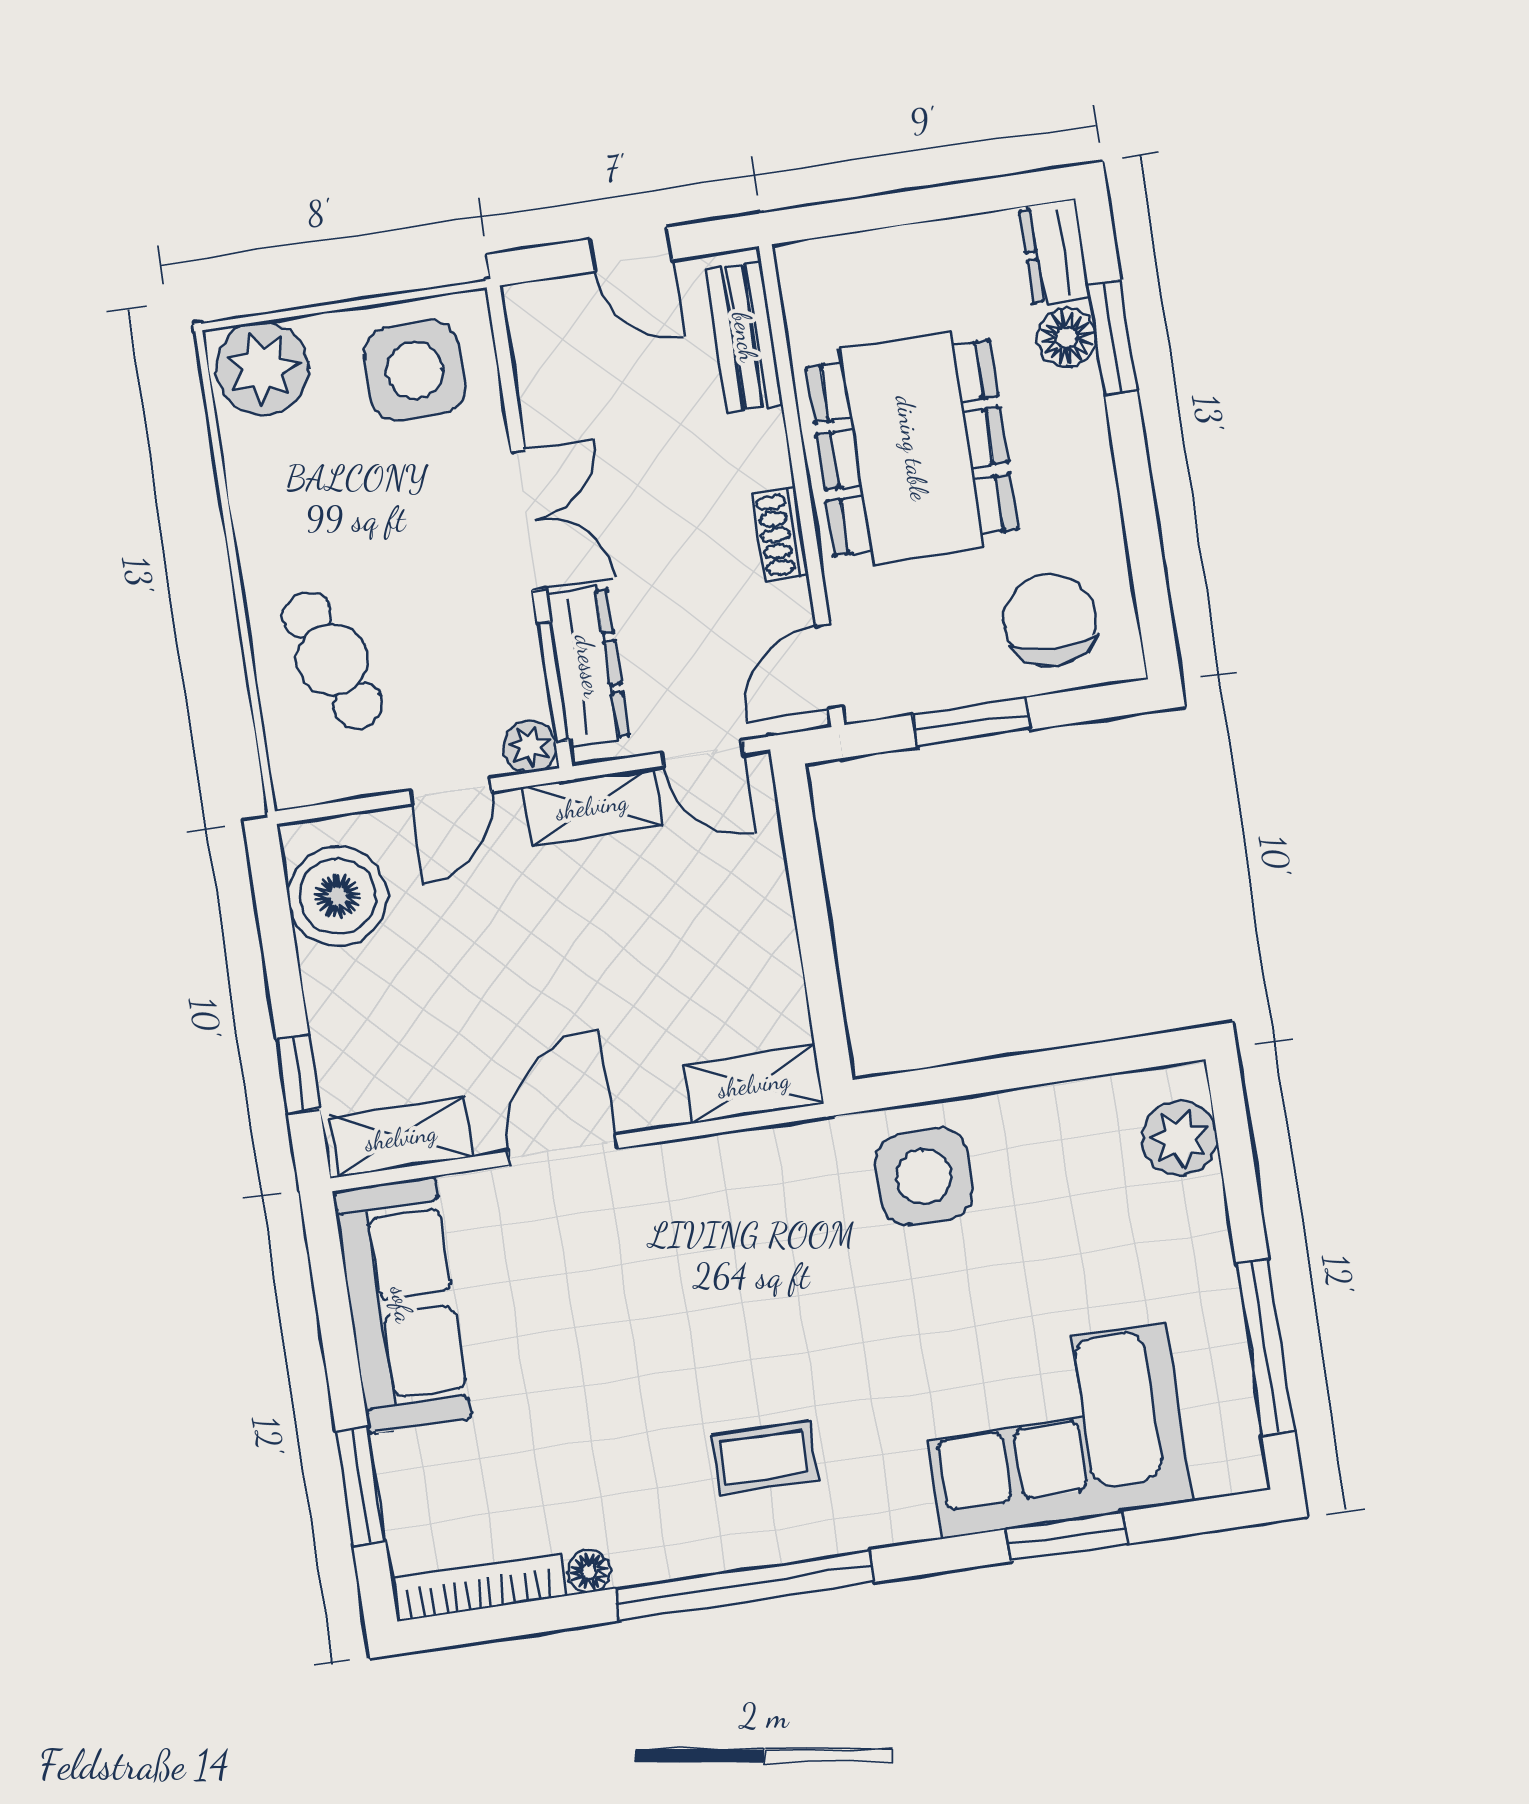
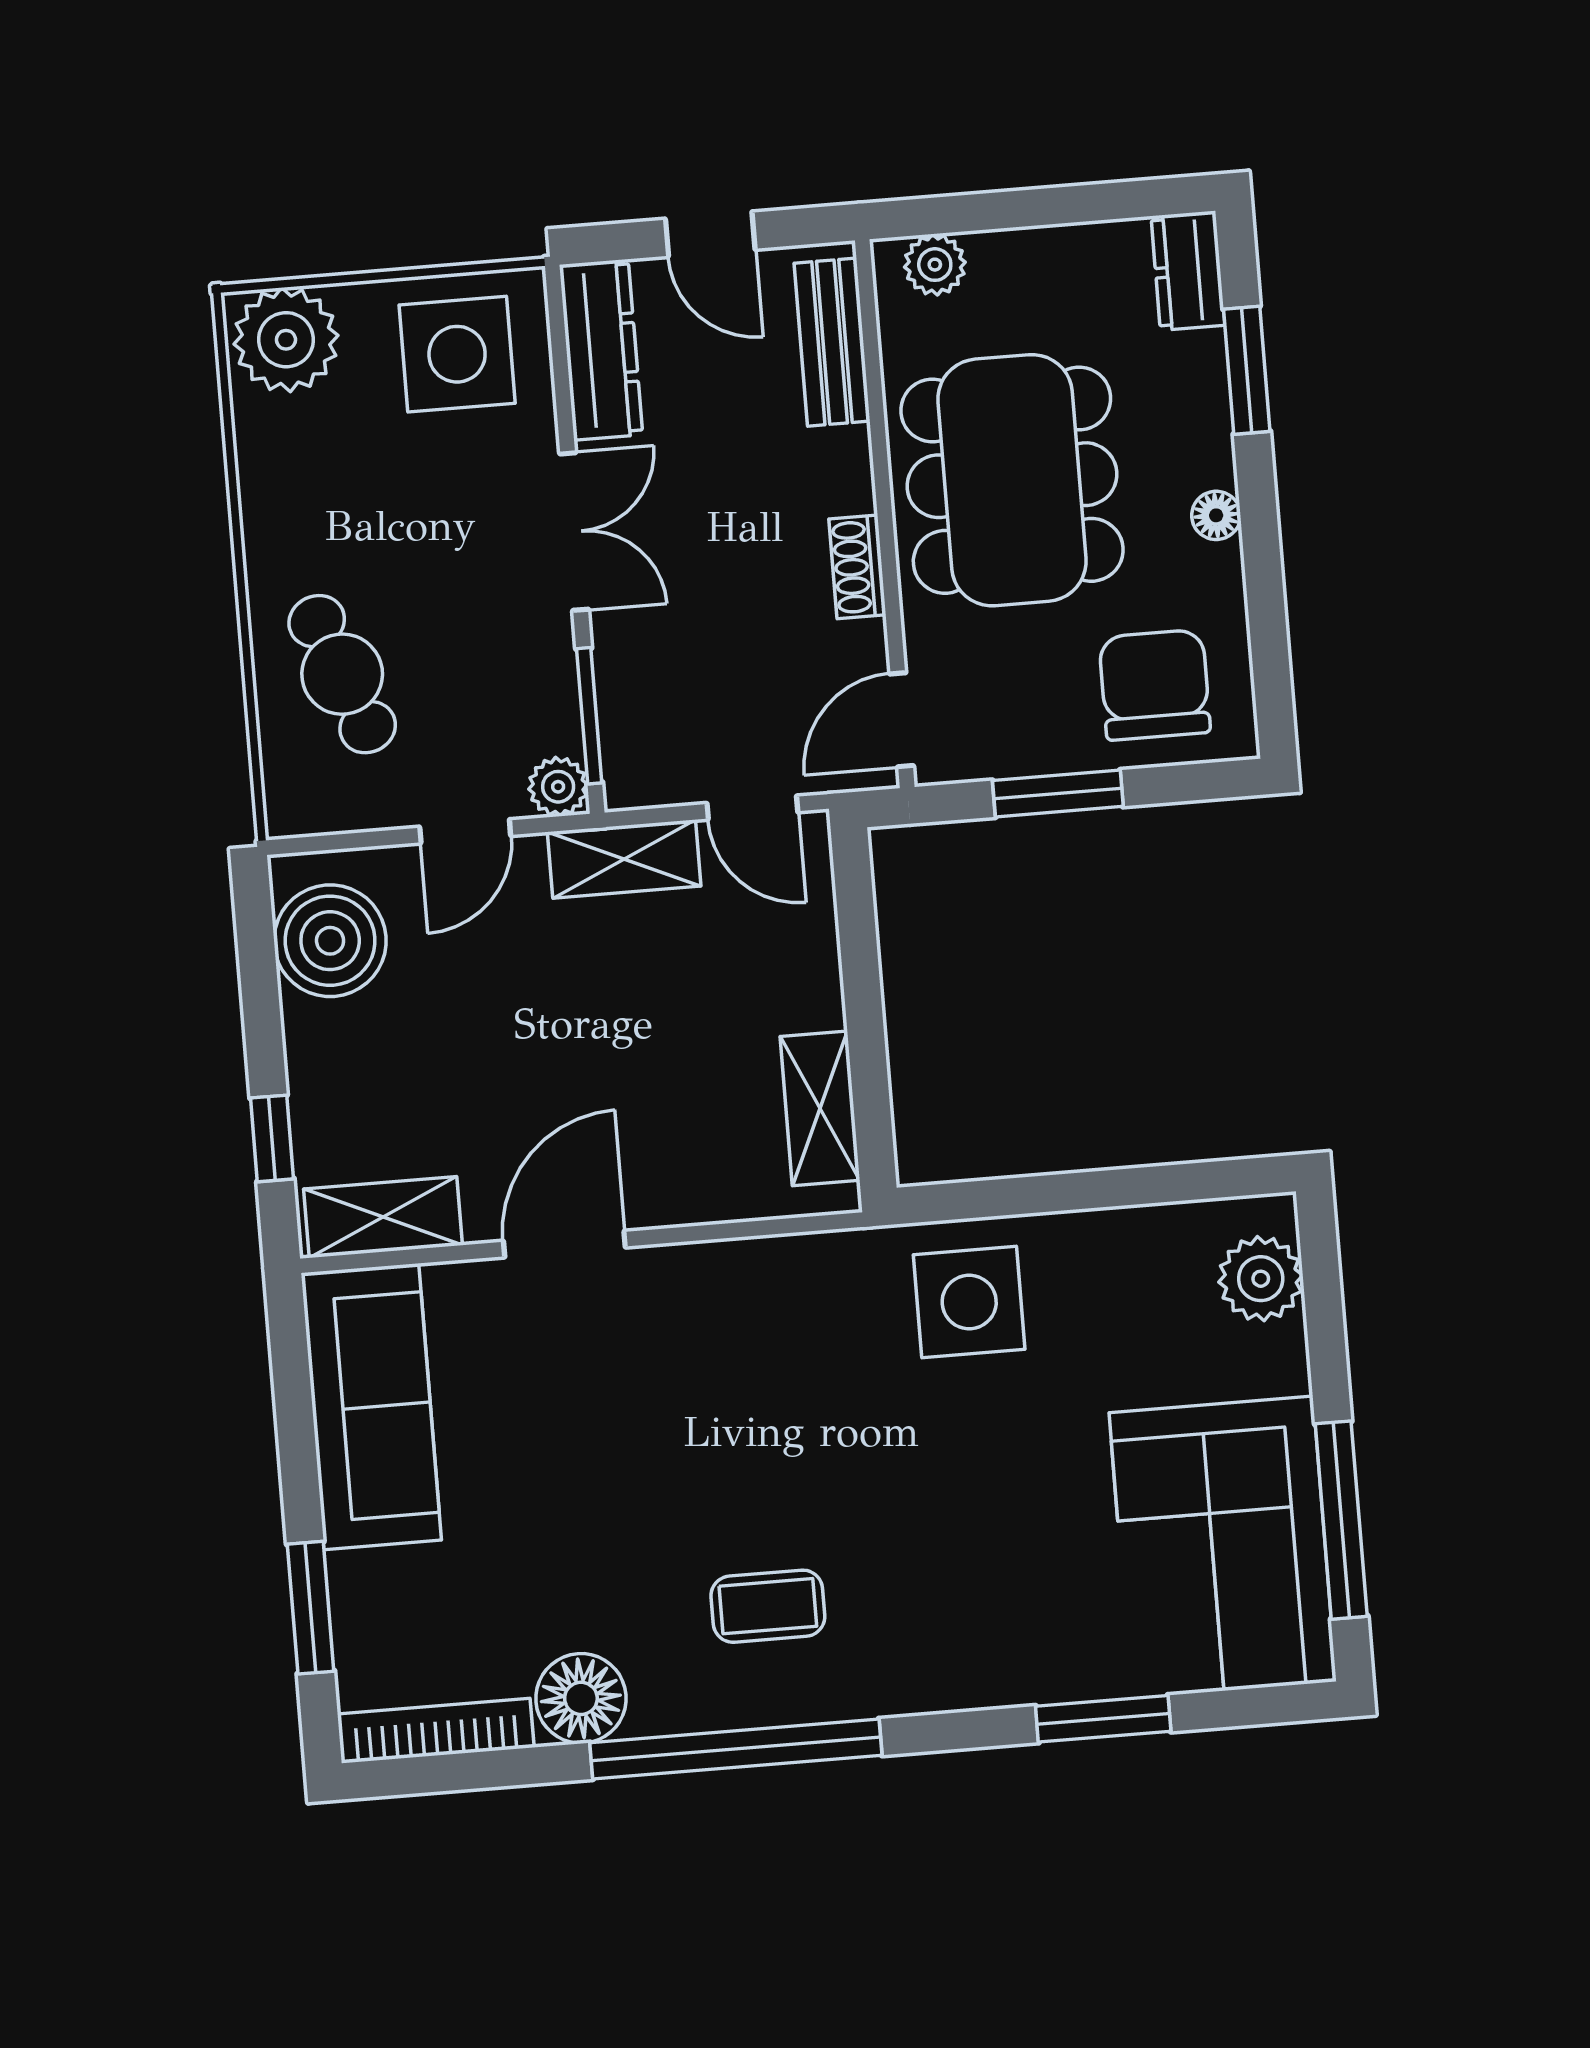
plant: (831, 263) -> (935, 265), added
floor lamp: (1067, 337) -> (1216, 515), moved, width x0.73, depth x0.73
dresser: (588, 666) -> (601, 350), moved
shelving: (754, 1084) -> (820, 1108), moved, turned 90
corner sofa: (1055, 1431) -> (1223, 1547), moved, turned -90
floor lamp: (589, 1571) -> (581, 1698), width x1.89, depth x1.89

